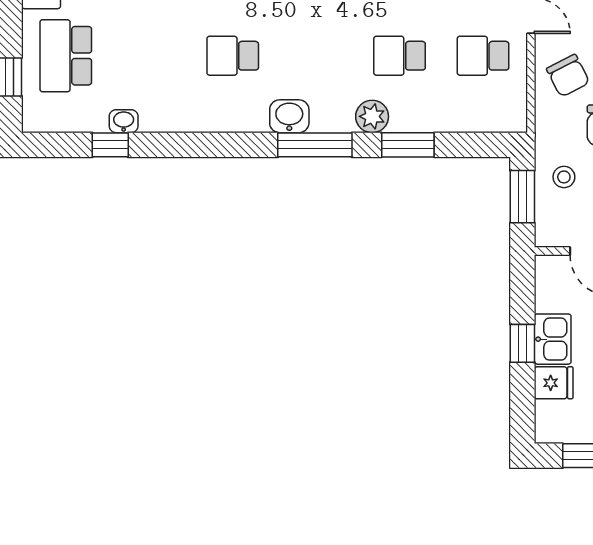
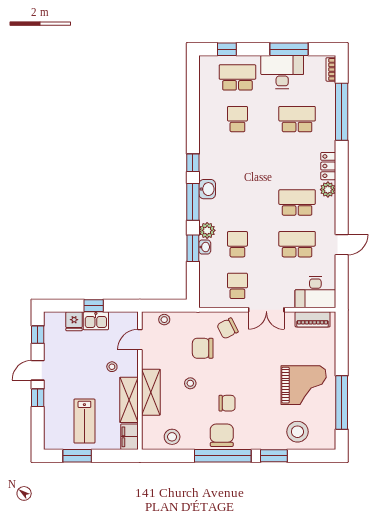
school desk: (233, 56) -> (237, 119), moved
washbasin: (124, 121) -> (205, 247), moved
window: (110, 145) -> (193, 163), moved
stool: (564, 177) -> (164, 320), moved
window: (522, 197) -> (167, 306), removed

